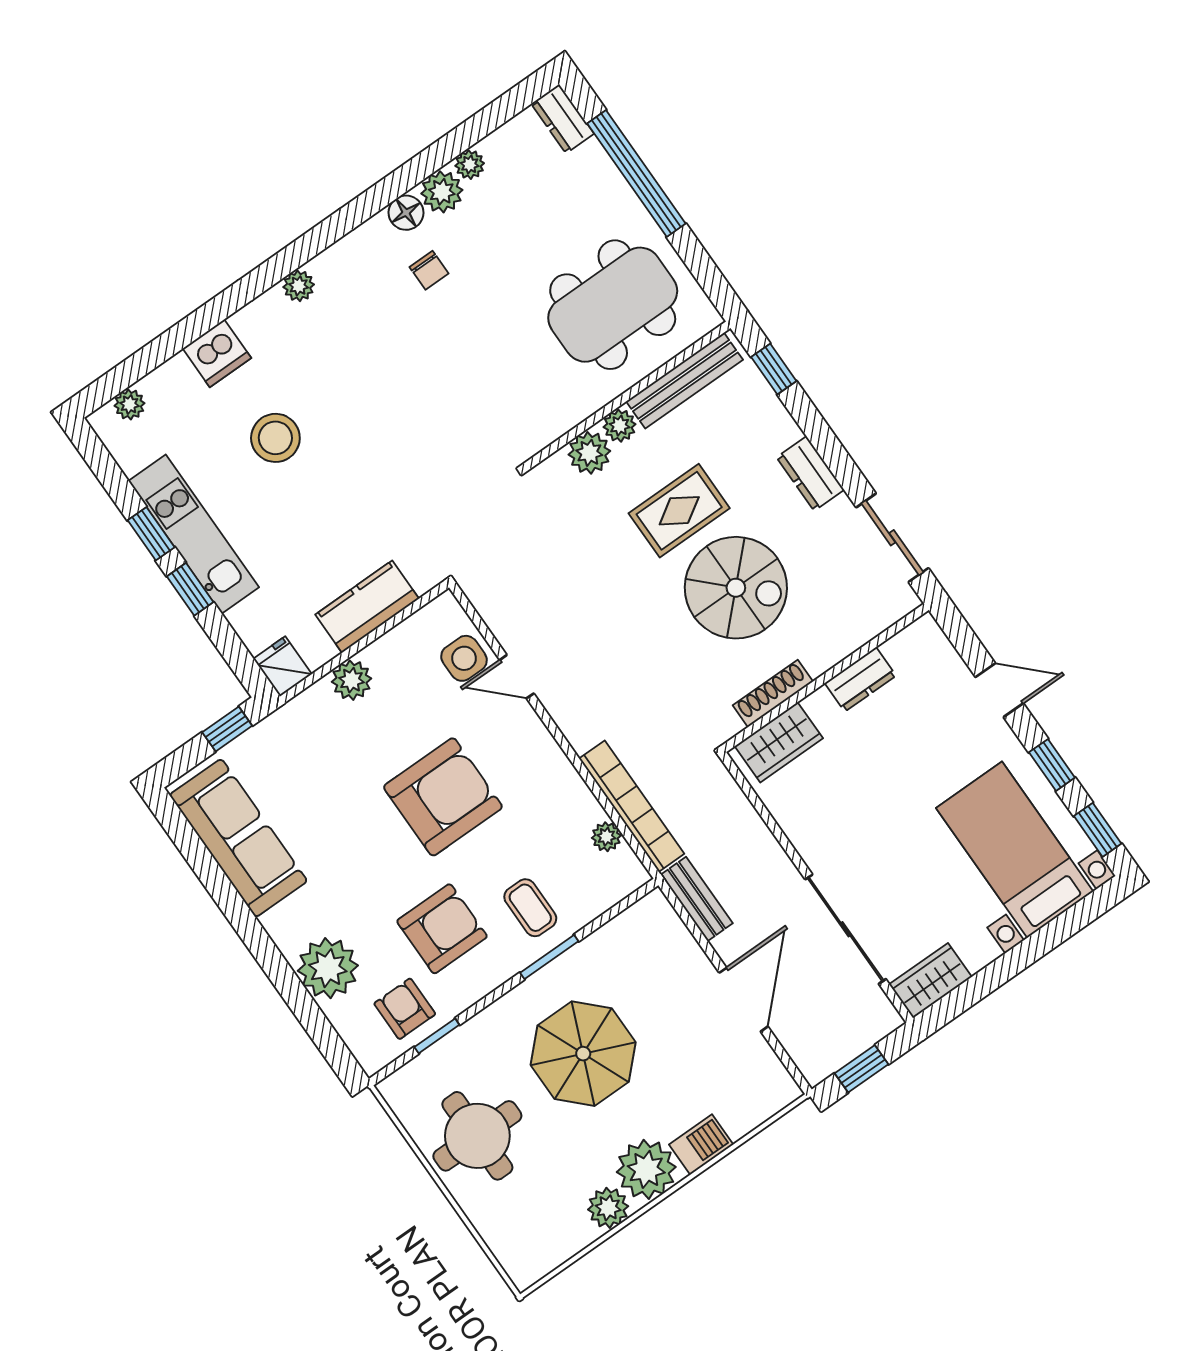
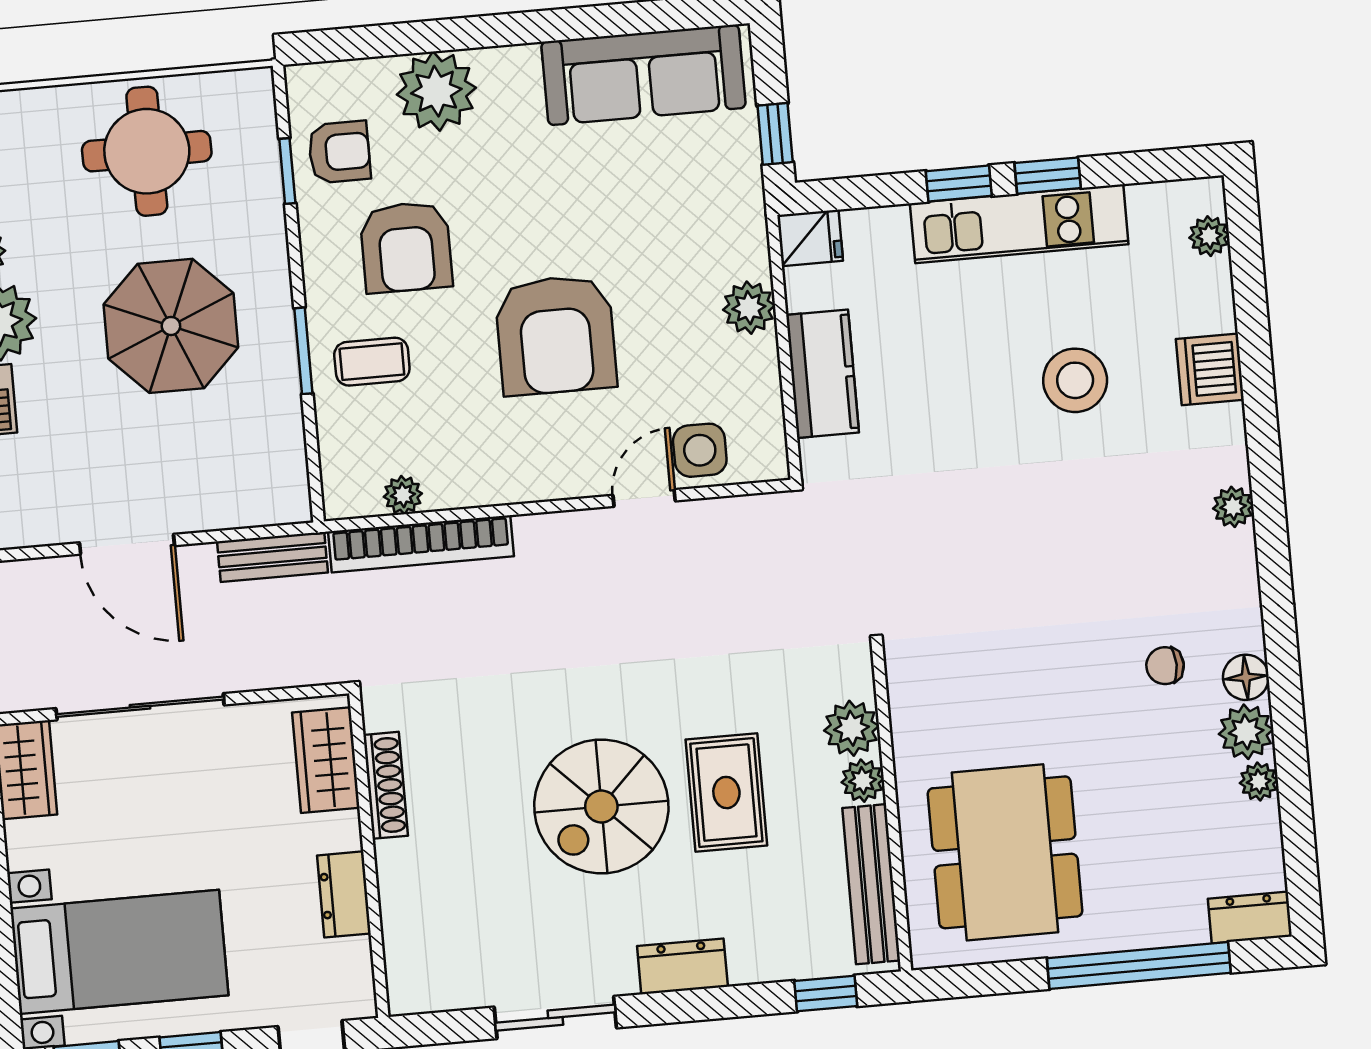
wall: (825, 678) -> (369, 855), moved
dresser: (860, 679) -> (344, 894), moved
shoe rack: (773, 693) -> (386, 785), moved
wardrobe: (779, 742) -> (326, 760), moved

